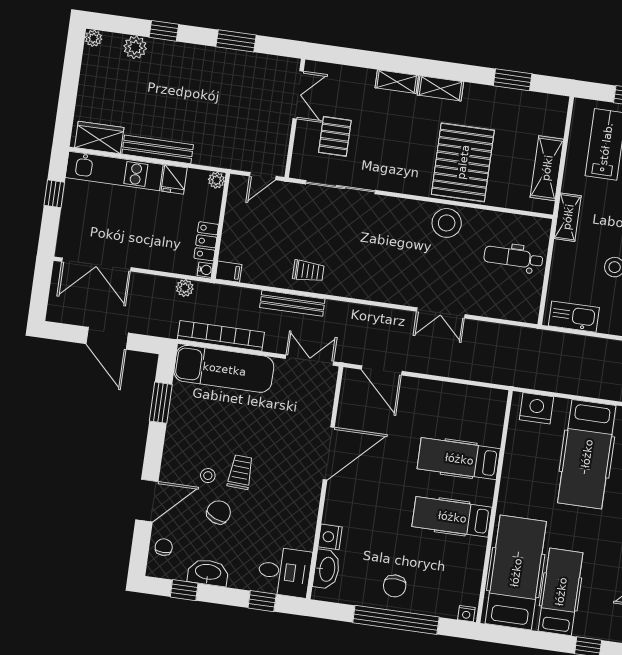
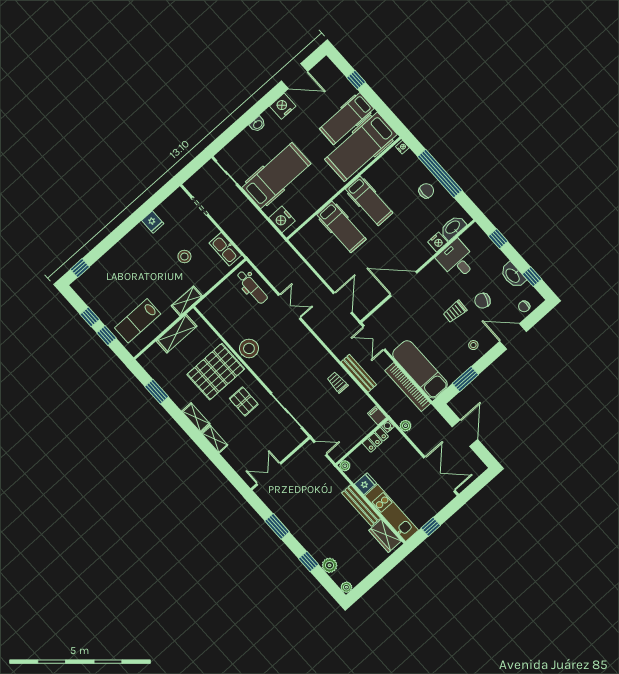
pallet: (335, 136) -> (244, 401), moved, turned 90
dental chair: (513, 258) -> (252, 287), moved
stool: (208, 476) -> (473, 345), moved
desk: (284, 572) -> (457, 260), moved

